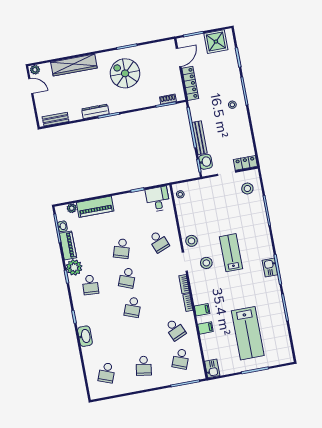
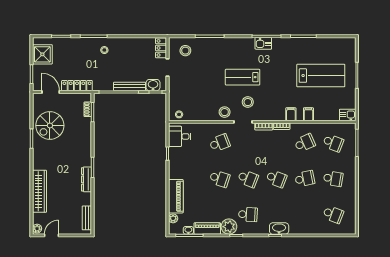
spiral stairs: (125, 73) -> (50, 125), moved
washbasin: (85, 336) -> (279, 228), moved
school desk: (138, 336) -> (305, 179), added

